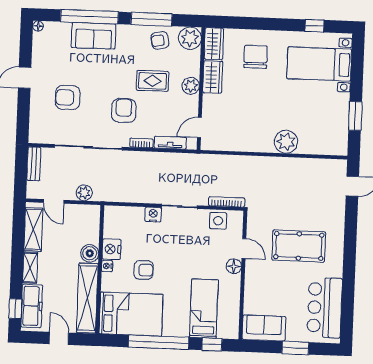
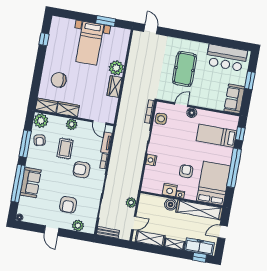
bed with nightstands: (319, 64) -> (90, 43), moved
plant: (38, 117) -> (78, 225), added
wardrobe: (257, 143) -> (115, 86), added

